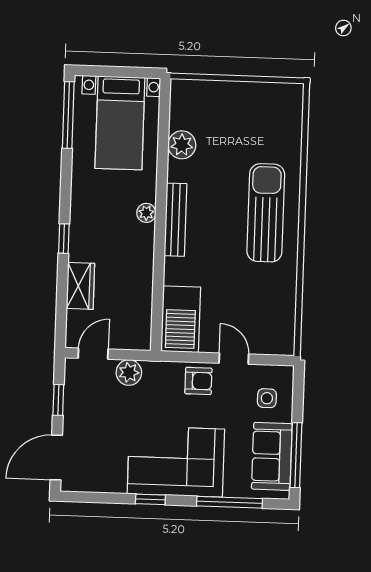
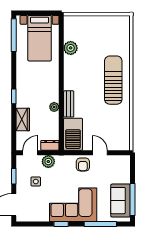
plant: (146, 213) -> (54, 107), moved
bench: (175, 220) -> (69, 104), moved, width x0.73
dresser: (133, 340) -> (50, 145), added
armchair: (198, 381) -> (83, 164), turned 90
side table: (267, 398) -> (36, 181), moved

